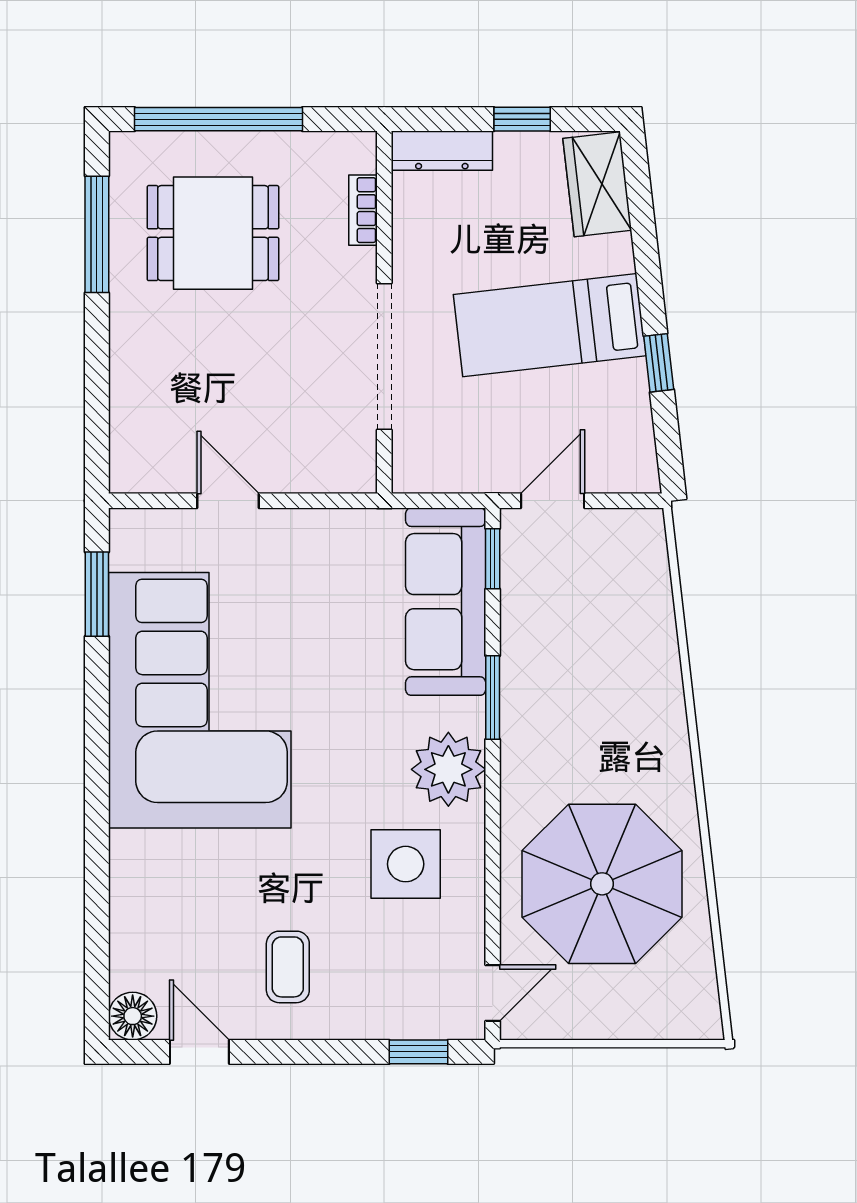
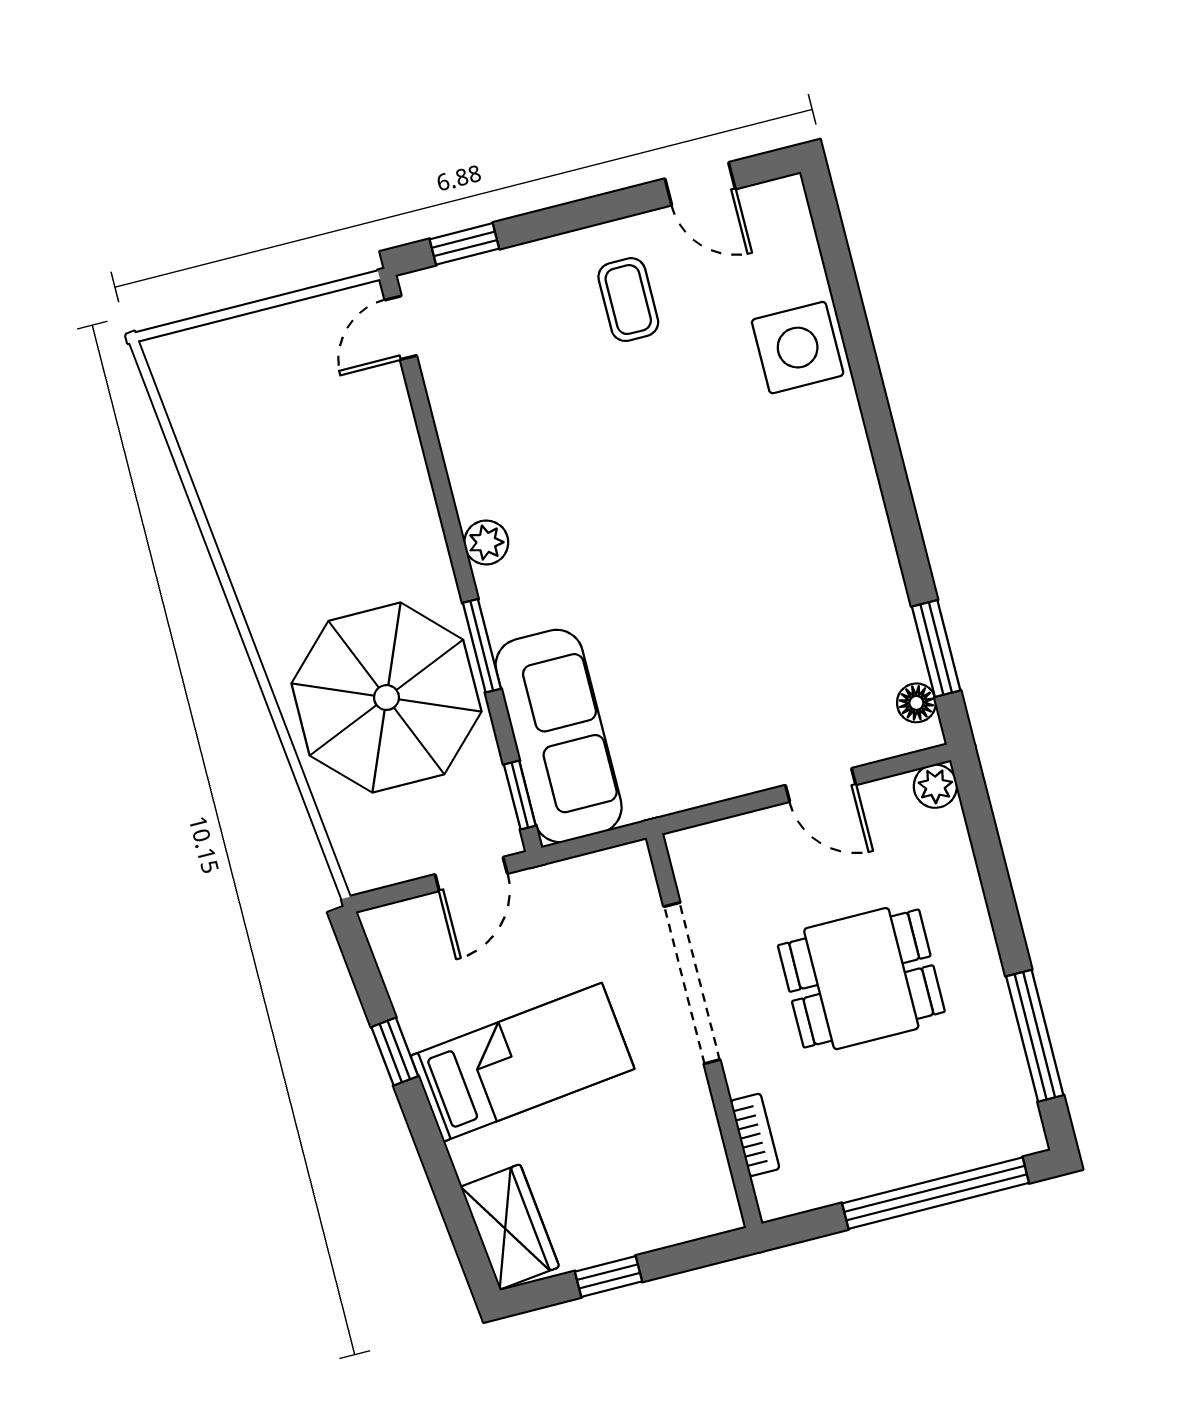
dresser: (442, 151) -> (686, 1220), removed
dining table: (213, 233) -> (861, 979), moved
plant: (128, 474) -> (935, 786), added
corner sofa: (200, 700) -> (796, 562), removed
plant: (448, 769) -> (486, 542), width x0.53, depth x0.53
side table: (406, 864) -> (798, 348), moved
parasol: (602, 884) -> (386, 698), moved
floor lamp: (133, 1016) -> (916, 703), moved, width x0.73, depth x0.73

